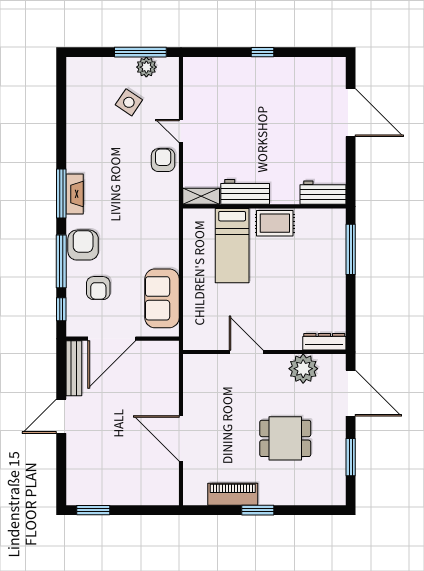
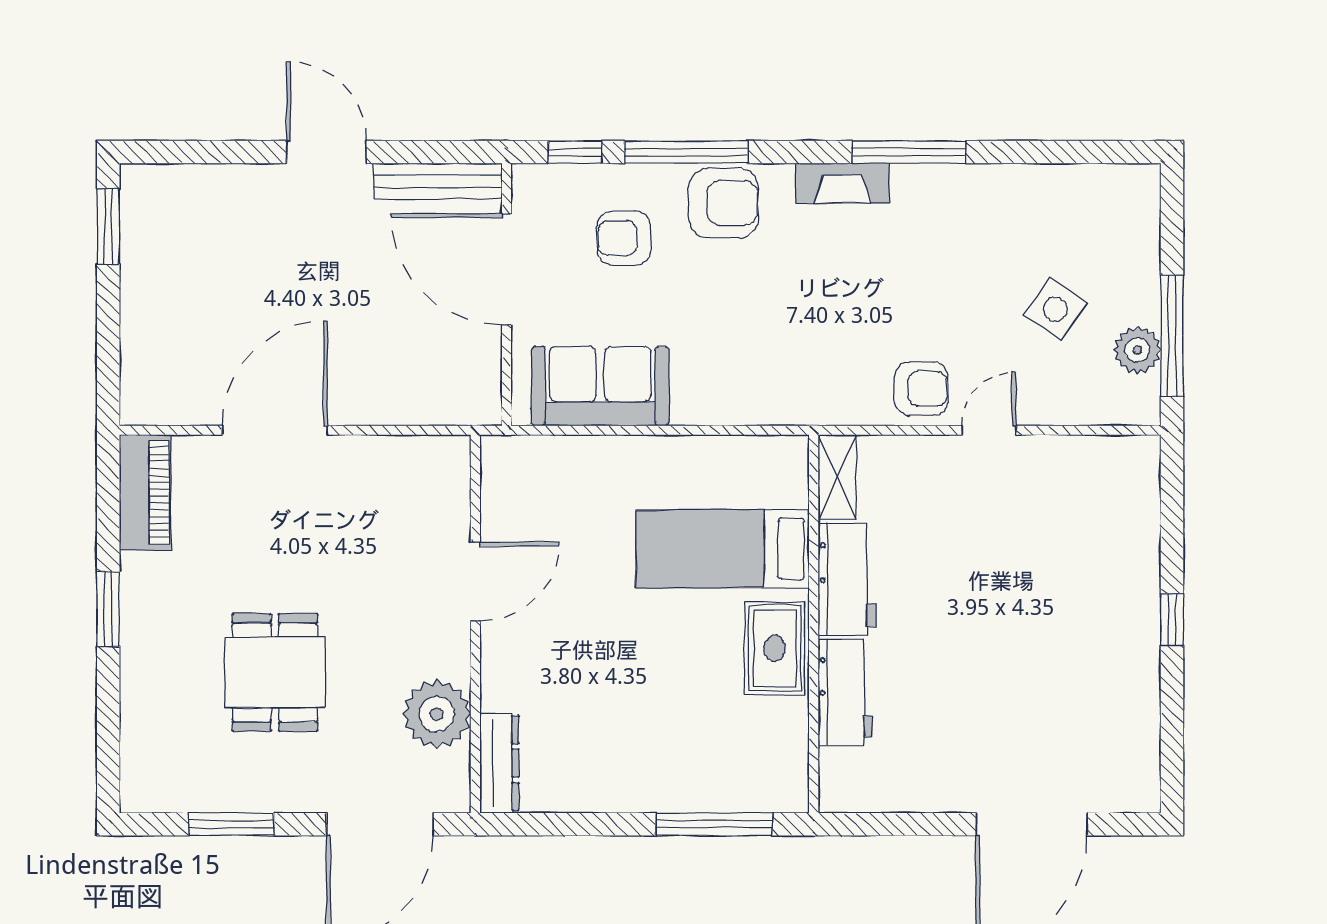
window: (61, 193) -> (909, 152), moved
workbench: (323, 193) -> (846, 692), moved
piano: (233, 494) -> (145, 492), moved

